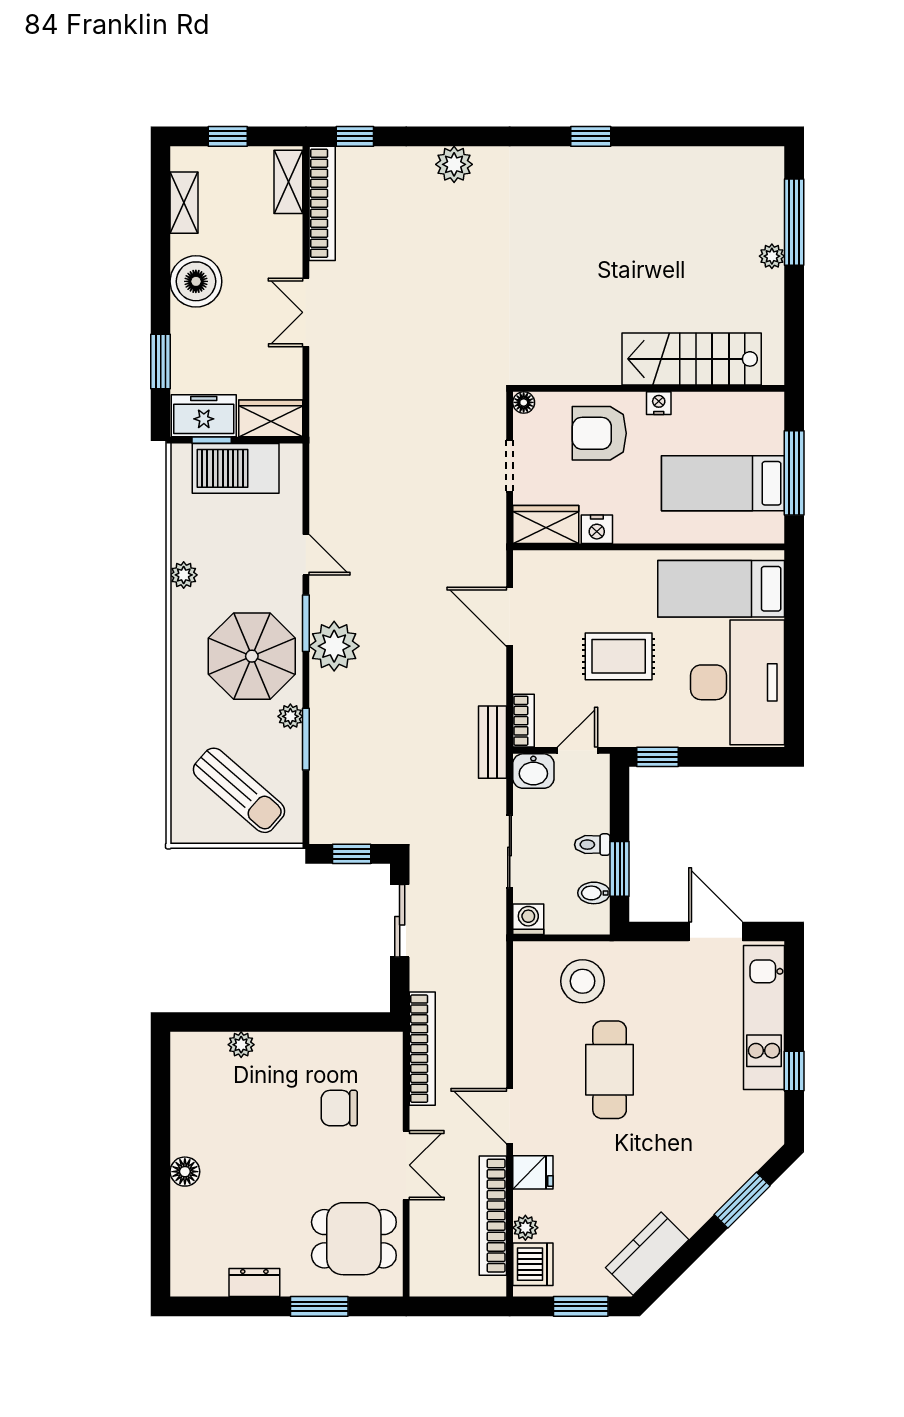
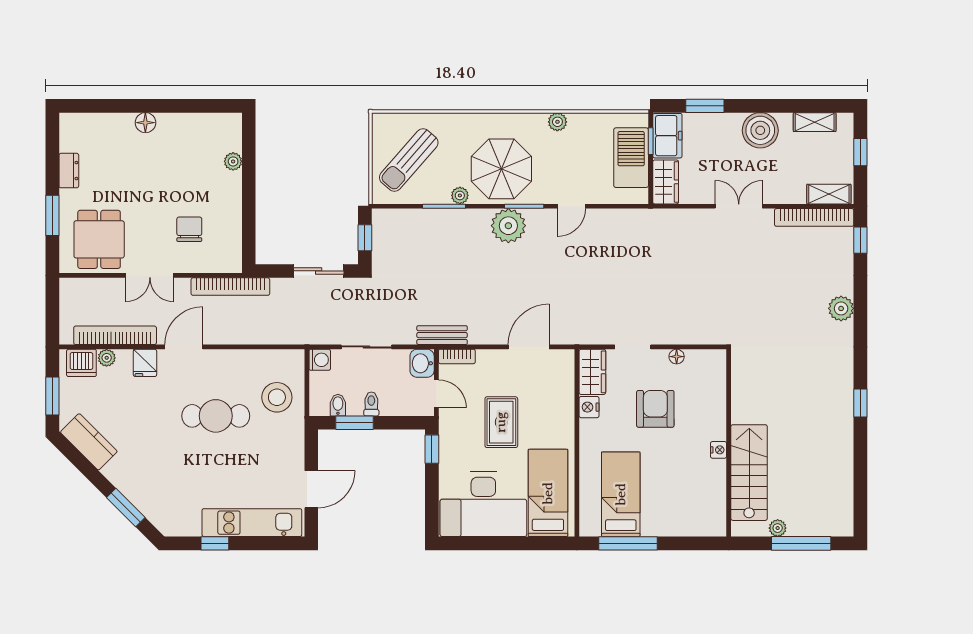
stairs: (692, 359) -> (749, 473), moved
wall: (649, 388) -> (729, 443), moved
nightstand: (659, 403) -> (719, 450), moved

